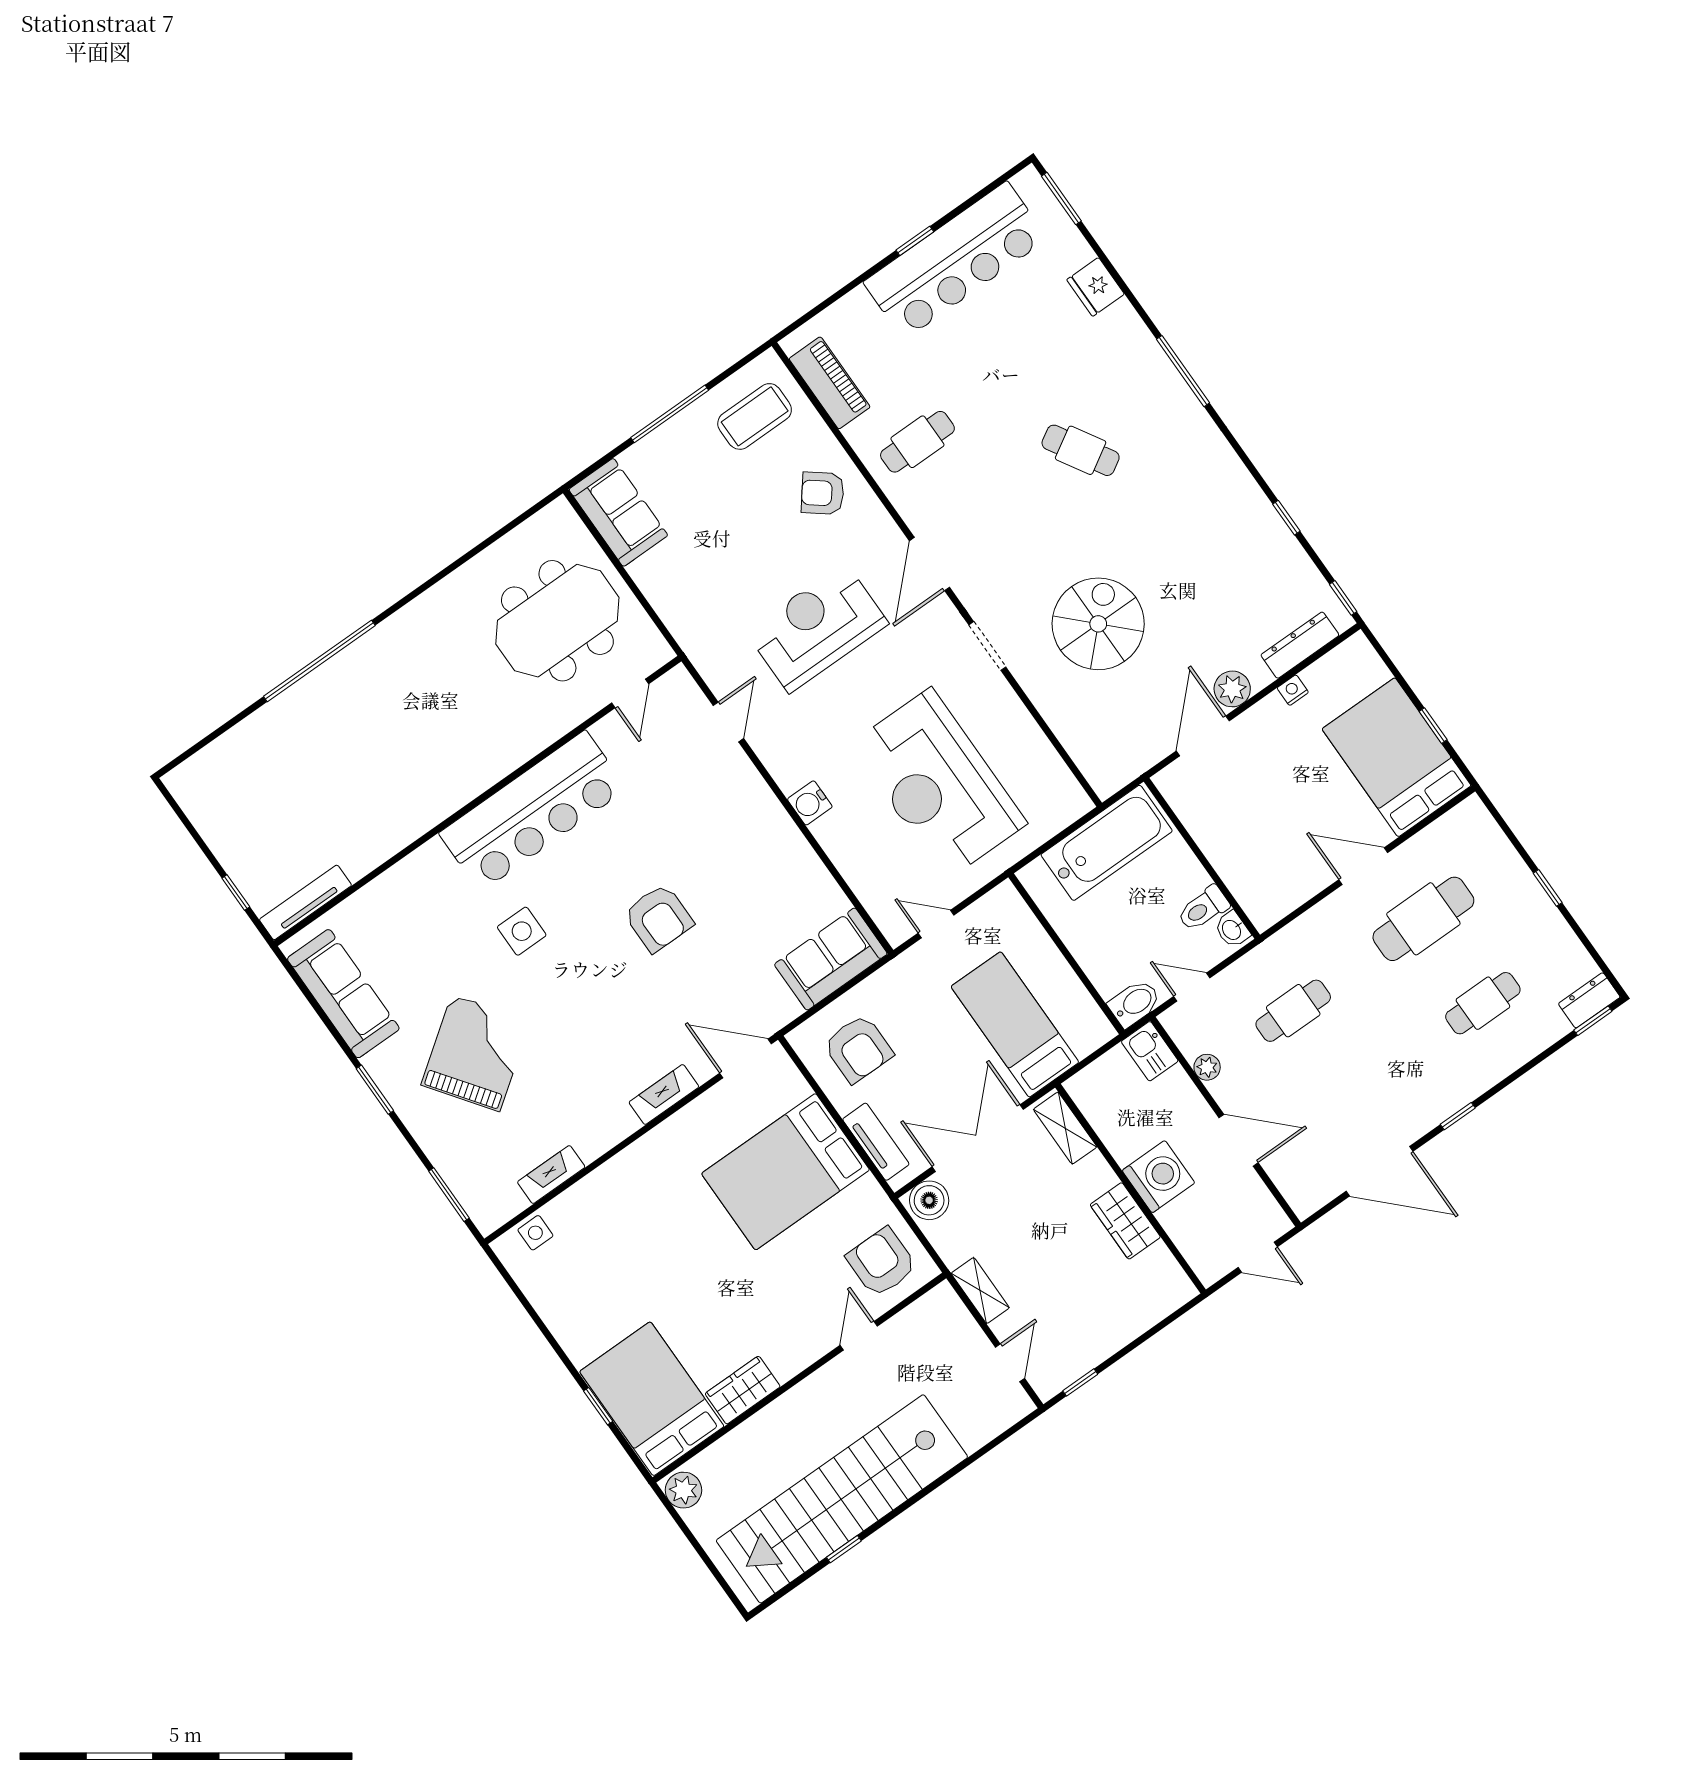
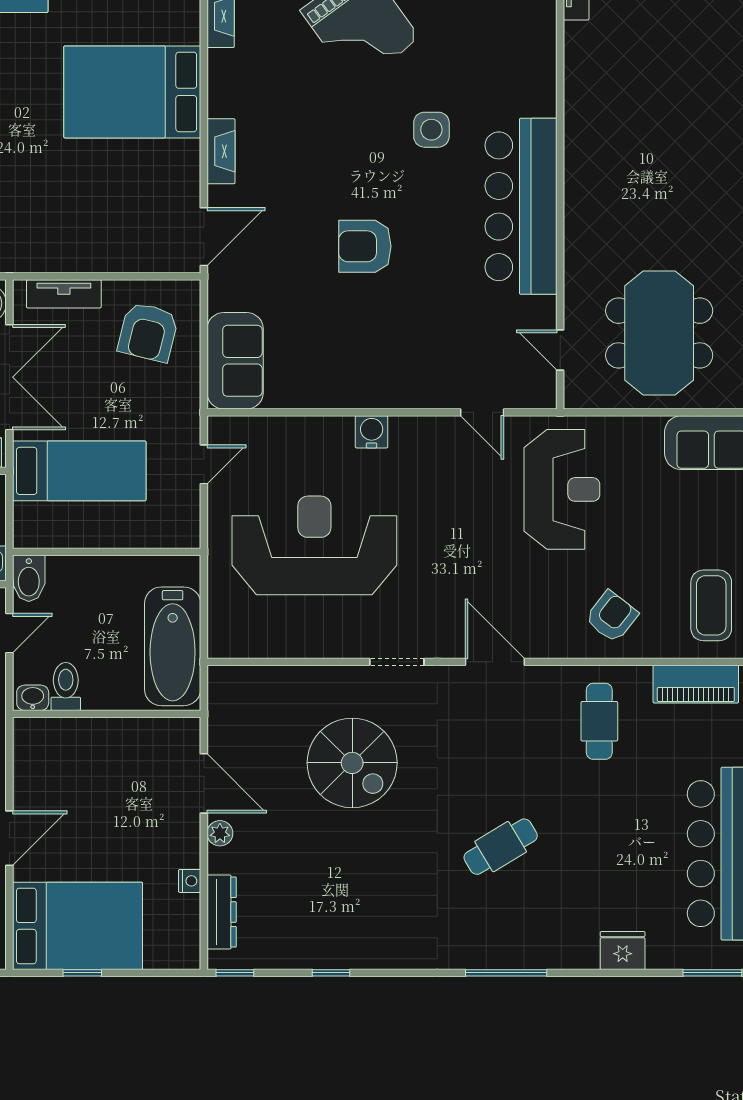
reception desk: (817, 628) -> (562, 489), moved
plant: (1232, 689) -> (220, 833), width x0.73, depth x0.73
armchair: (858, 1049) -> (148, 332), turned -76
bed: (786, 1172) -> (132, 92), moved, turned -90

